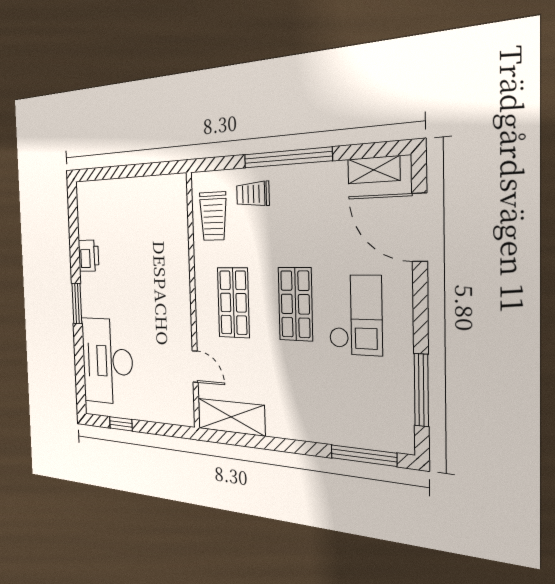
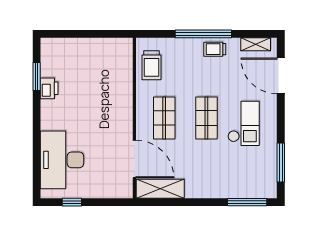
trolley: (253, 194) -> (215, 49), moved
window: (77, 303) -> (37, 77), moved
door: (195, 367) -> (134, 159), width x1.88

